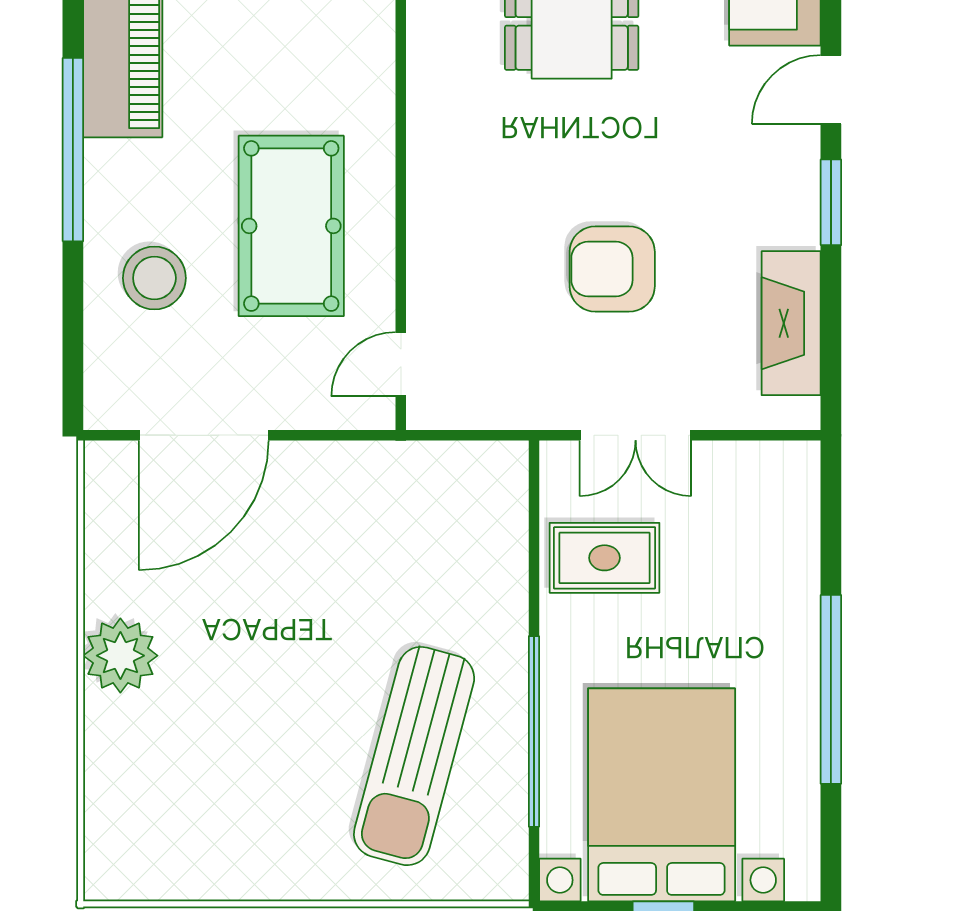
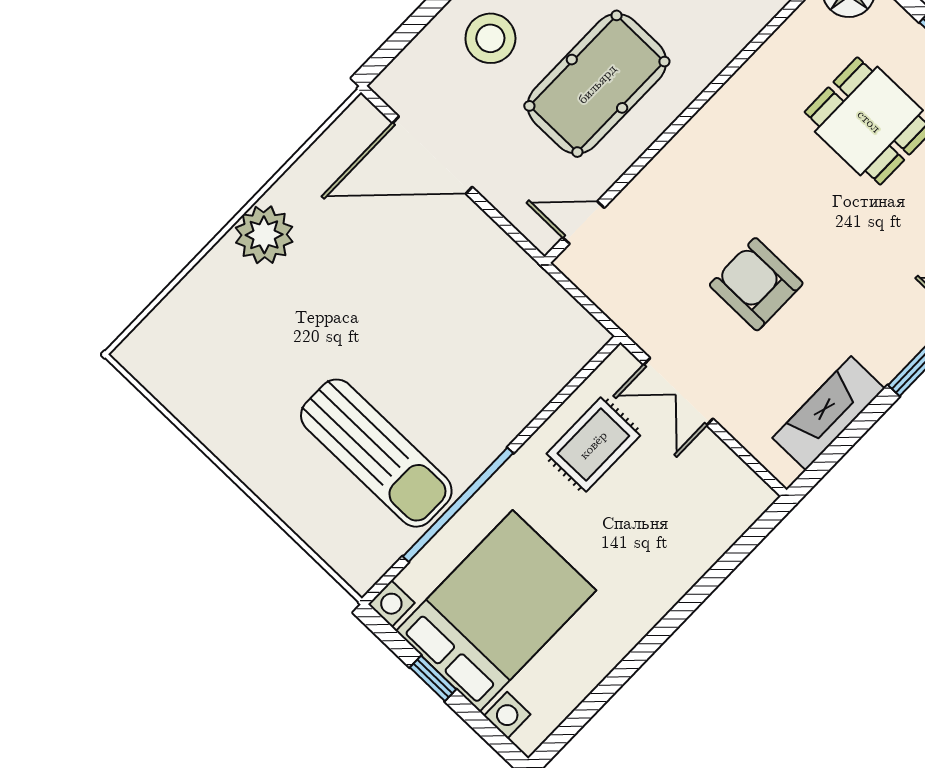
rug: (604, 558) -> (593, 445), turned 90
window: (831, 689) -> (650, 644), removed
sun lounger: (414, 756) -> (376, 453), turned -105

